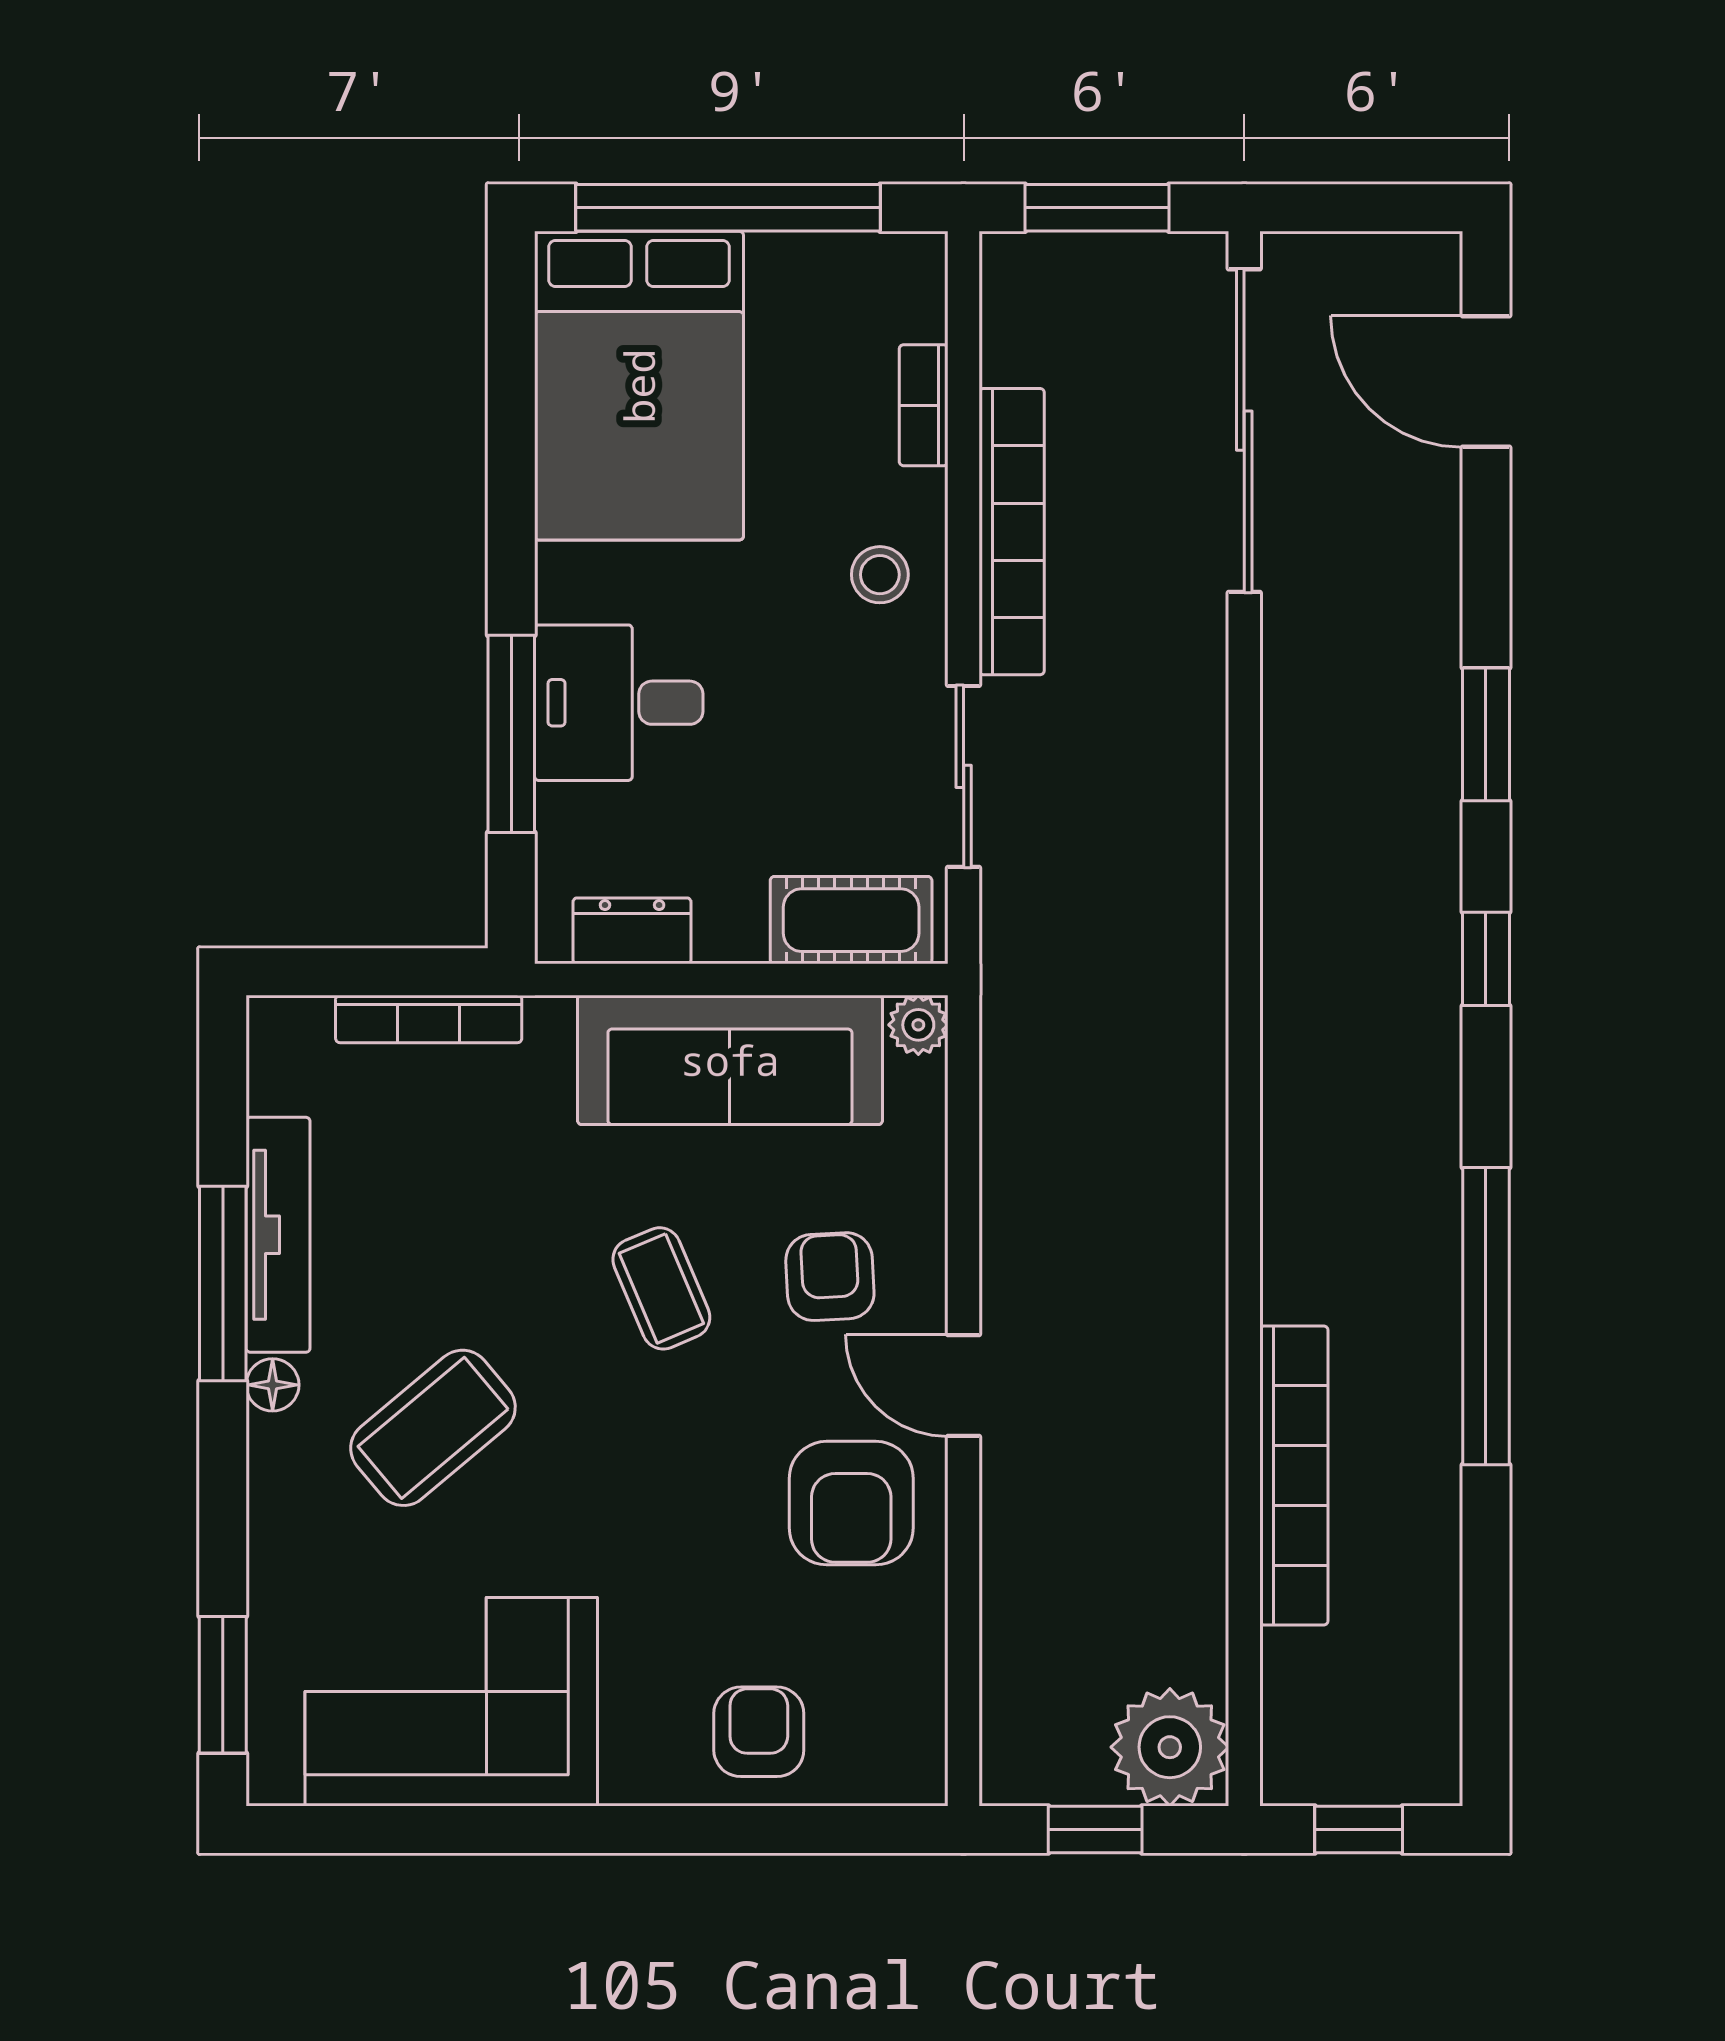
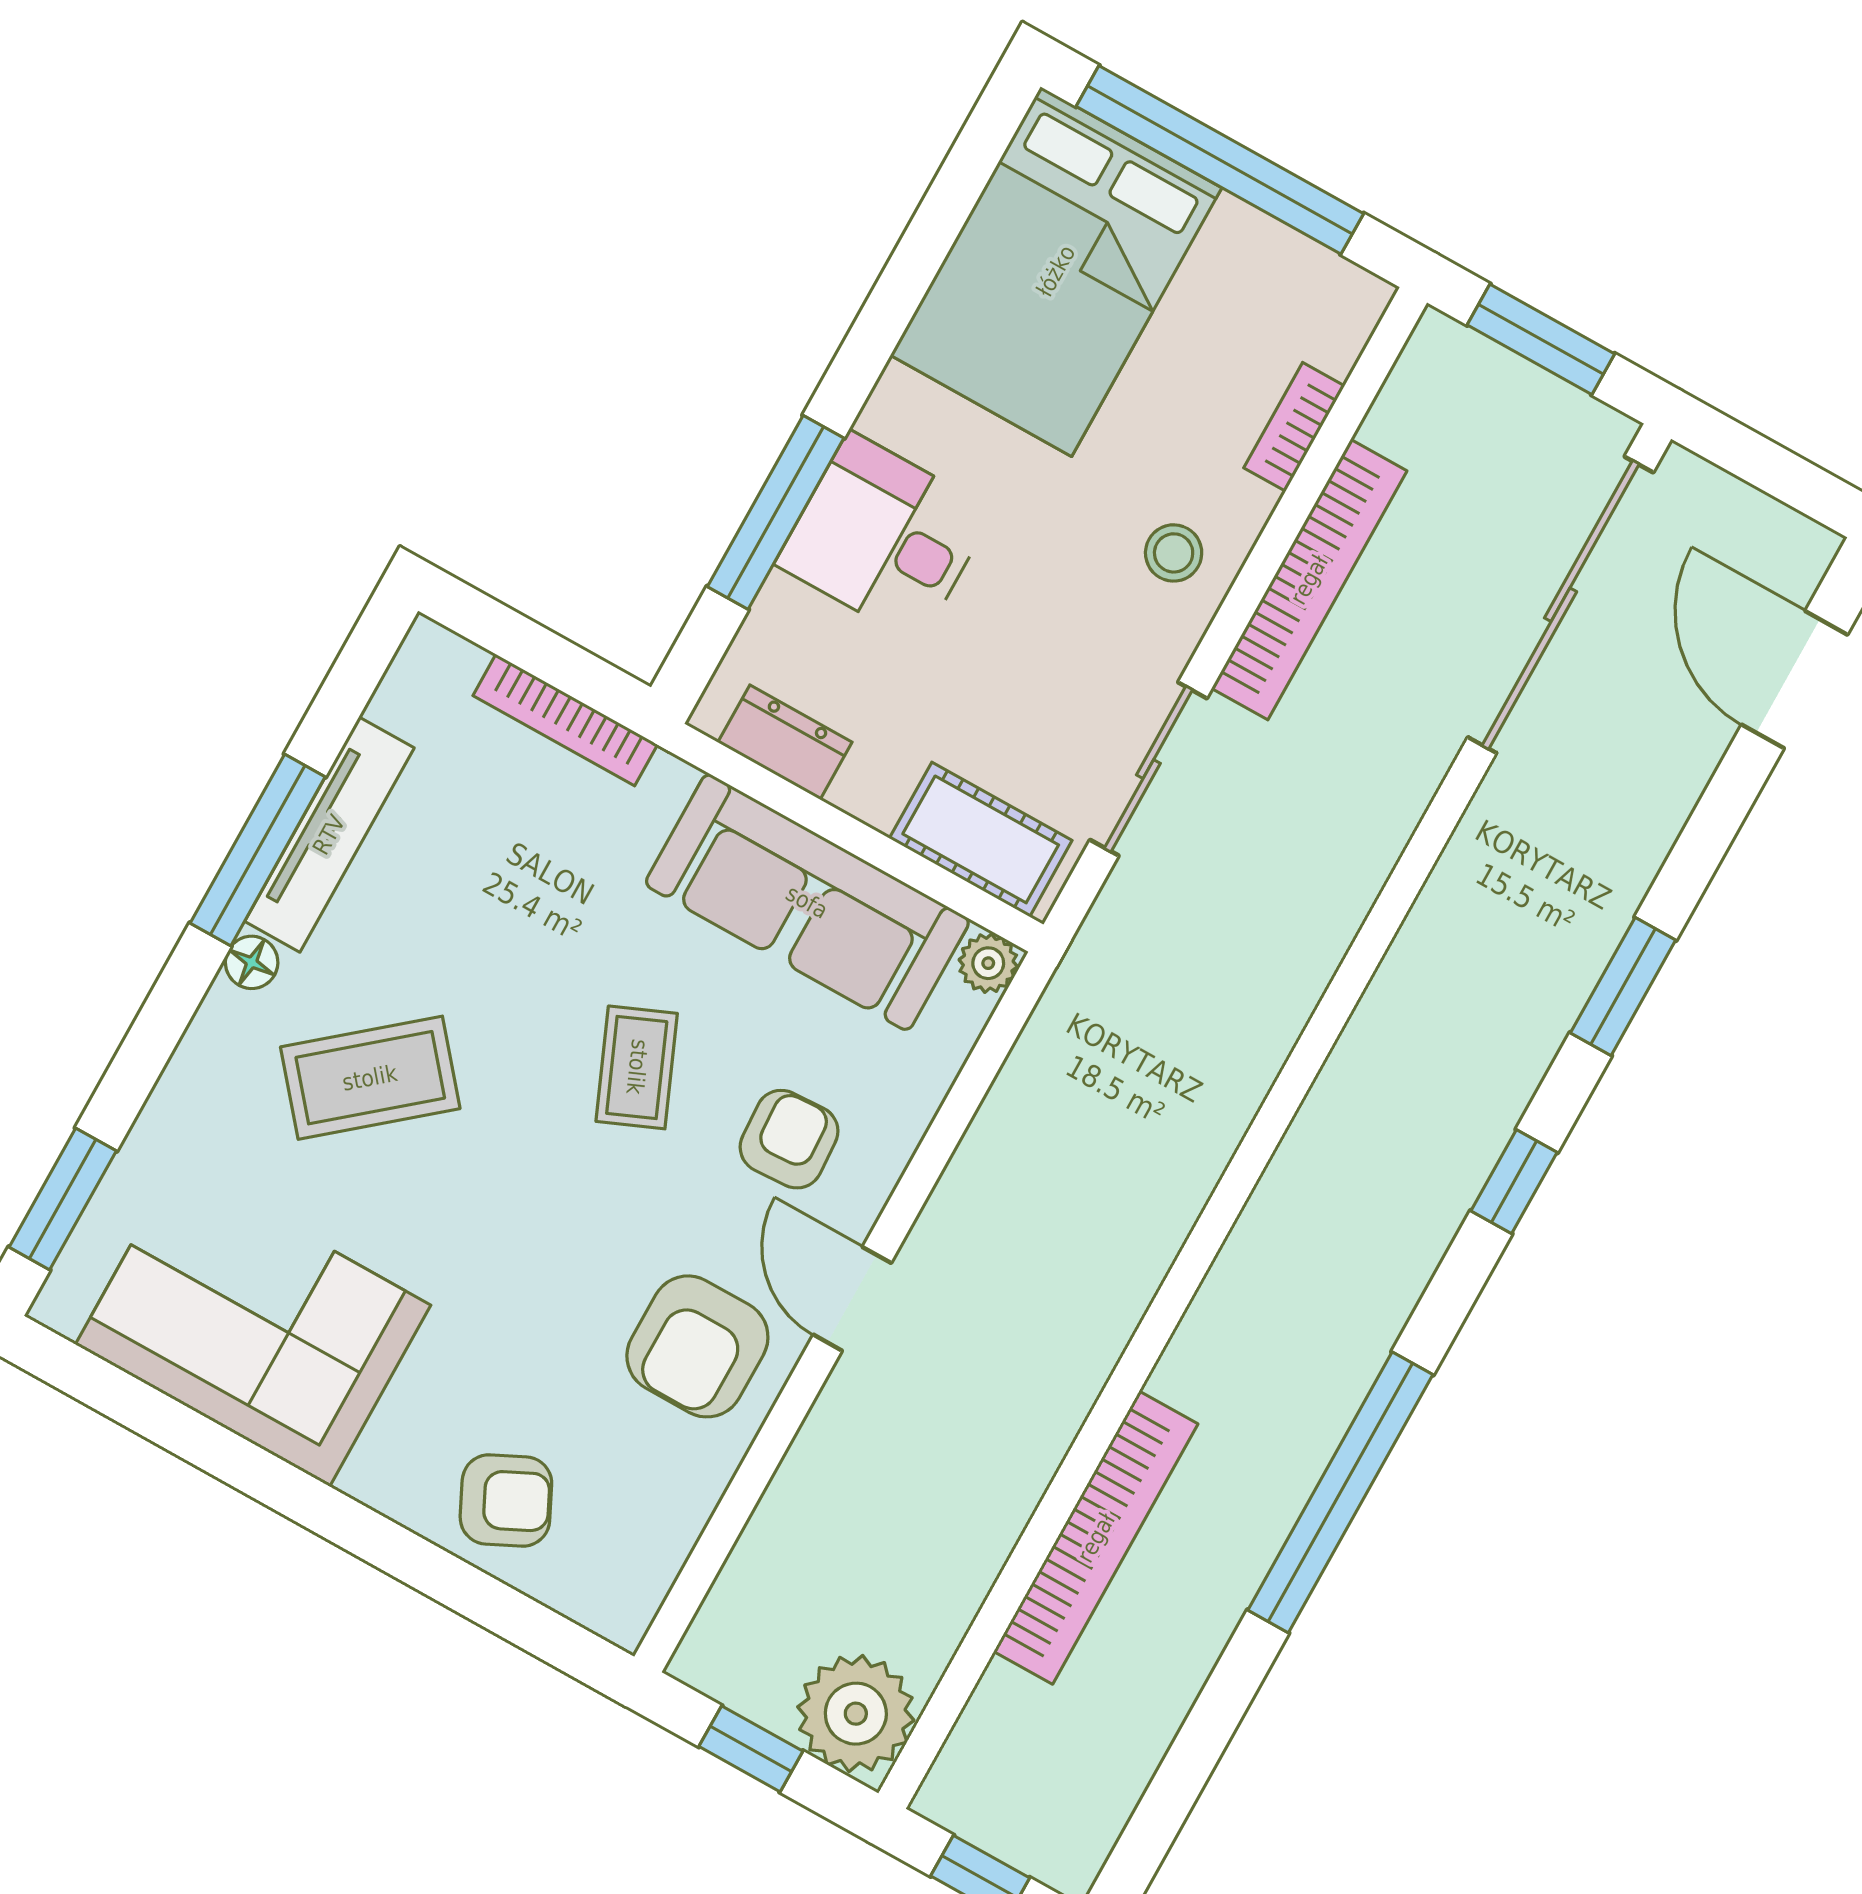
armchair: (759, 1732) -> (506, 1500), turned 64

